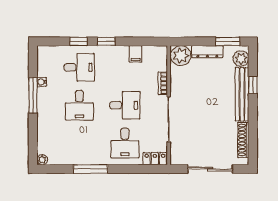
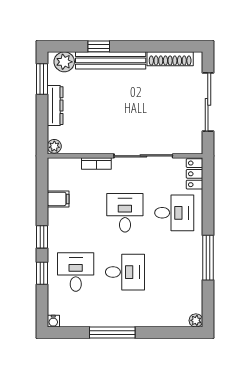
plant: (181, 56) -> (54, 146), width x0.53, depth x0.53
water cooler: (42, 82) -> (53, 321), moved

